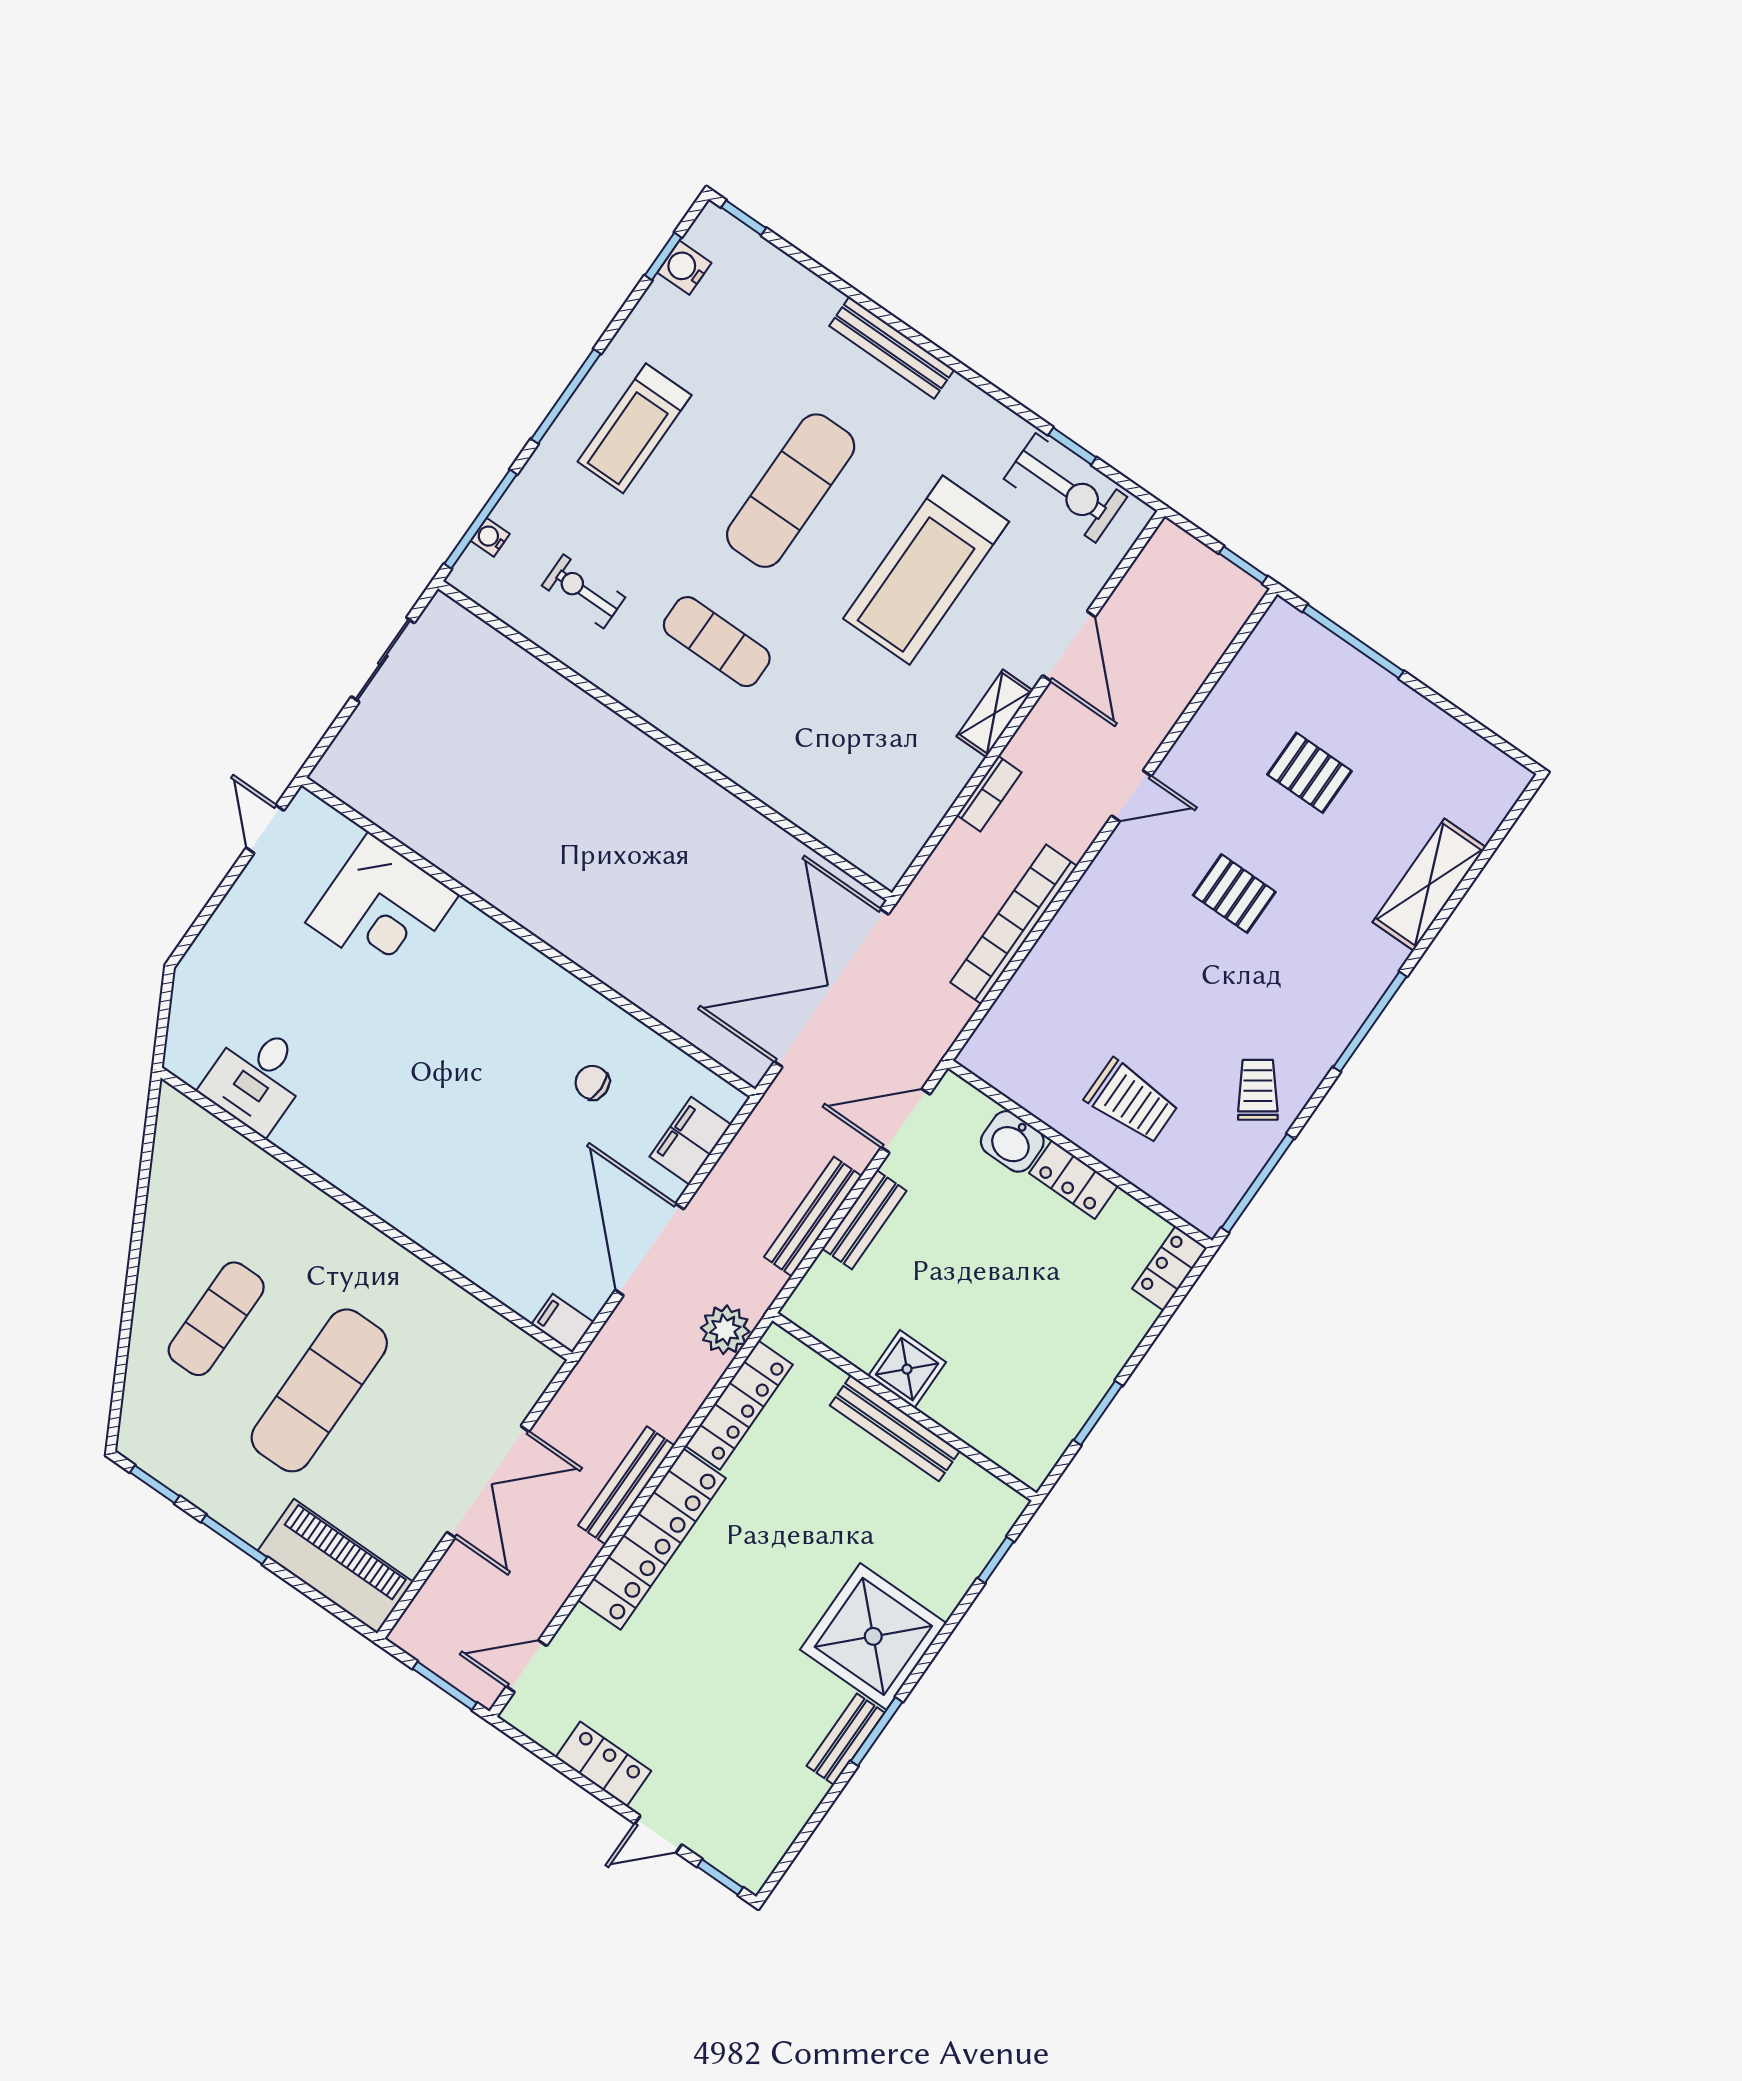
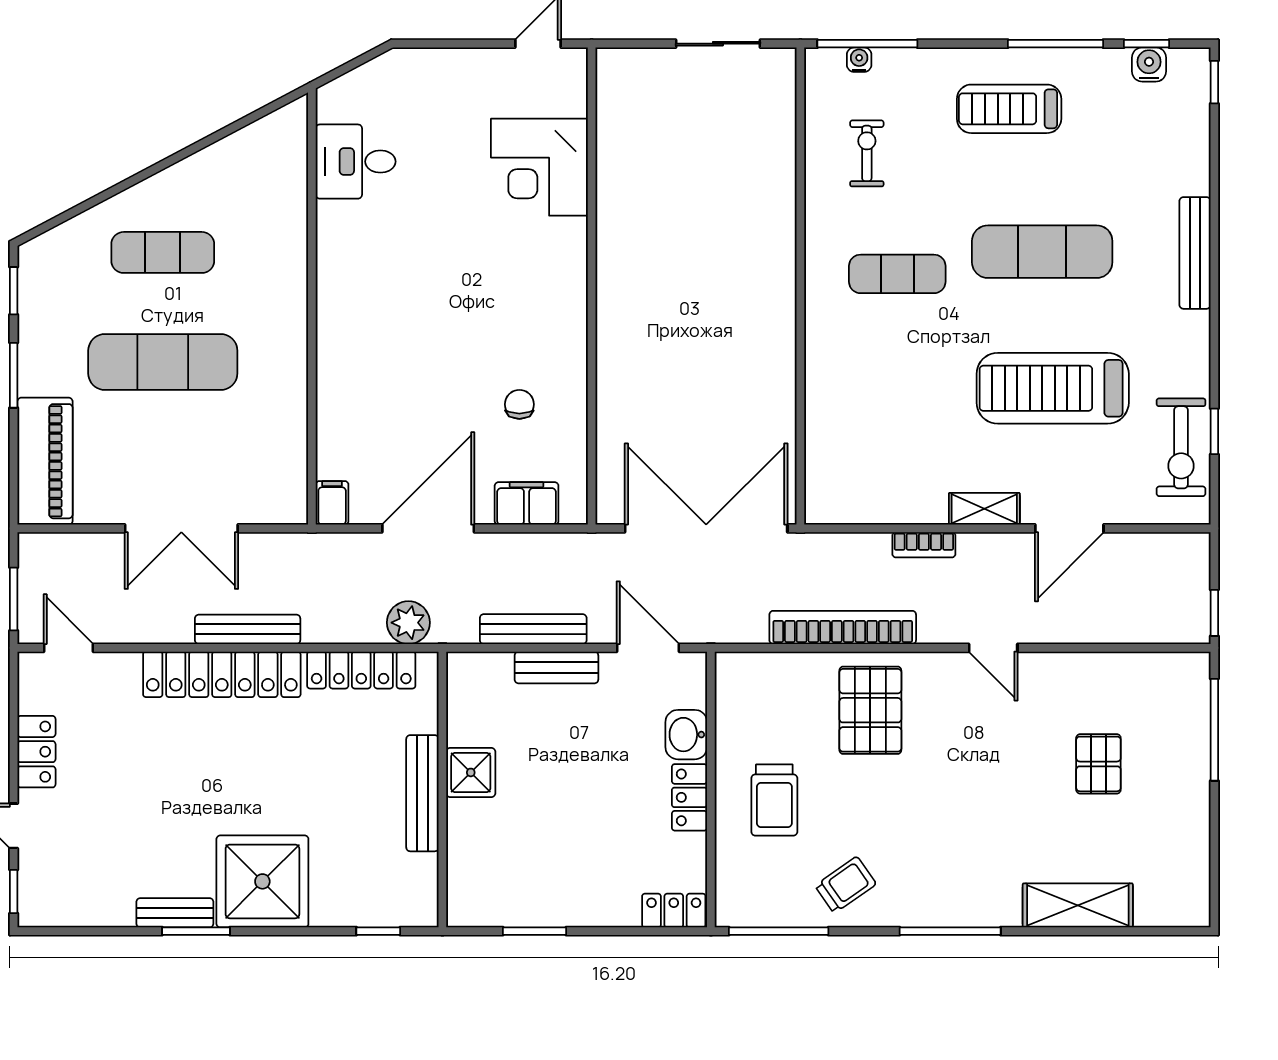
window: (566, 396) -> (1055, 44), moved
exercise mat: (717, 642) -> (897, 274), turned 90
pallet: (1234, 894) -> (870, 710), moved, width x1.50, depth x1.42

